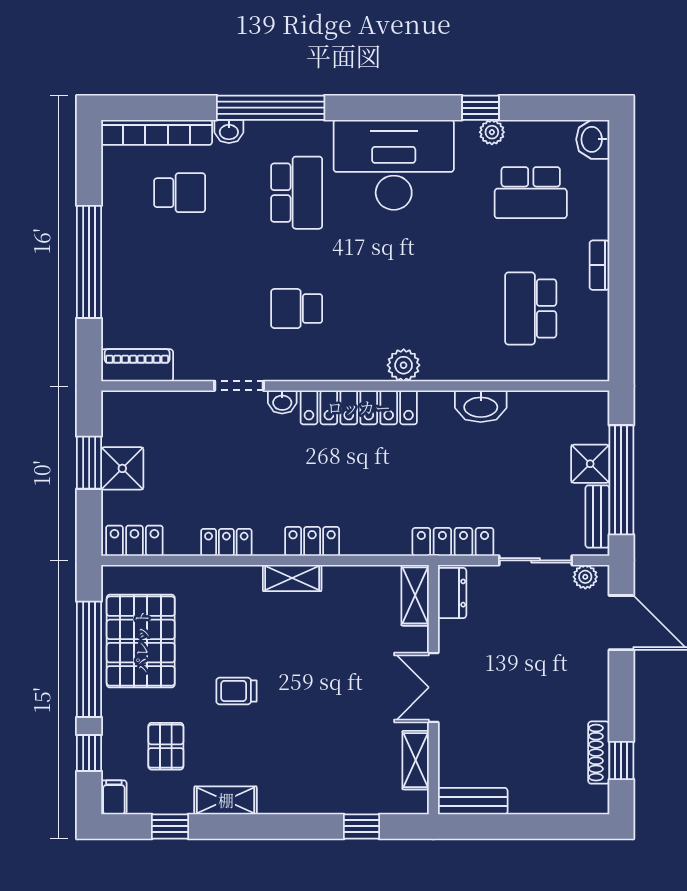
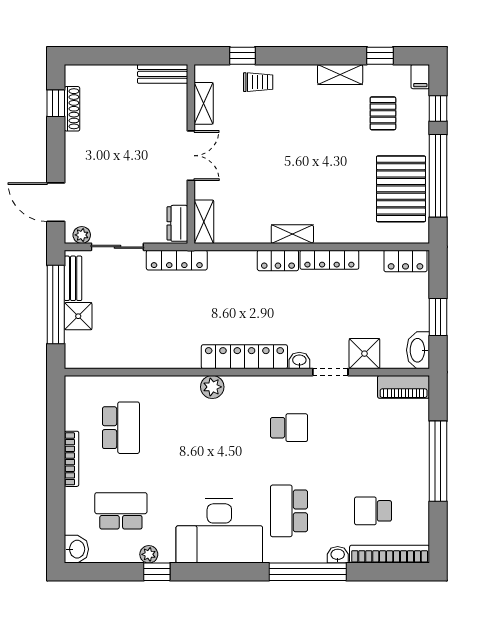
bookcase: (599, 265) -> (72, 459), width x1.56
washbasin: (481, 406) -> (418, 350), moved, turned -90
shower: (122, 468) -> (364, 354), moved
locker: (226, 542) -> (329, 260), width x1.53
trolley: (236, 691) -> (258, 82), moved

